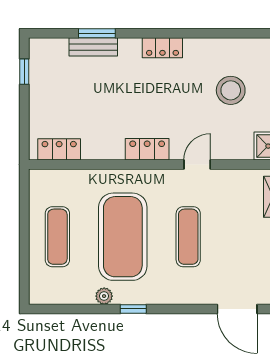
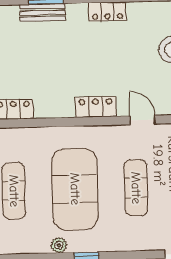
door: (197, 165) -> (143, 120), hinge flipped

